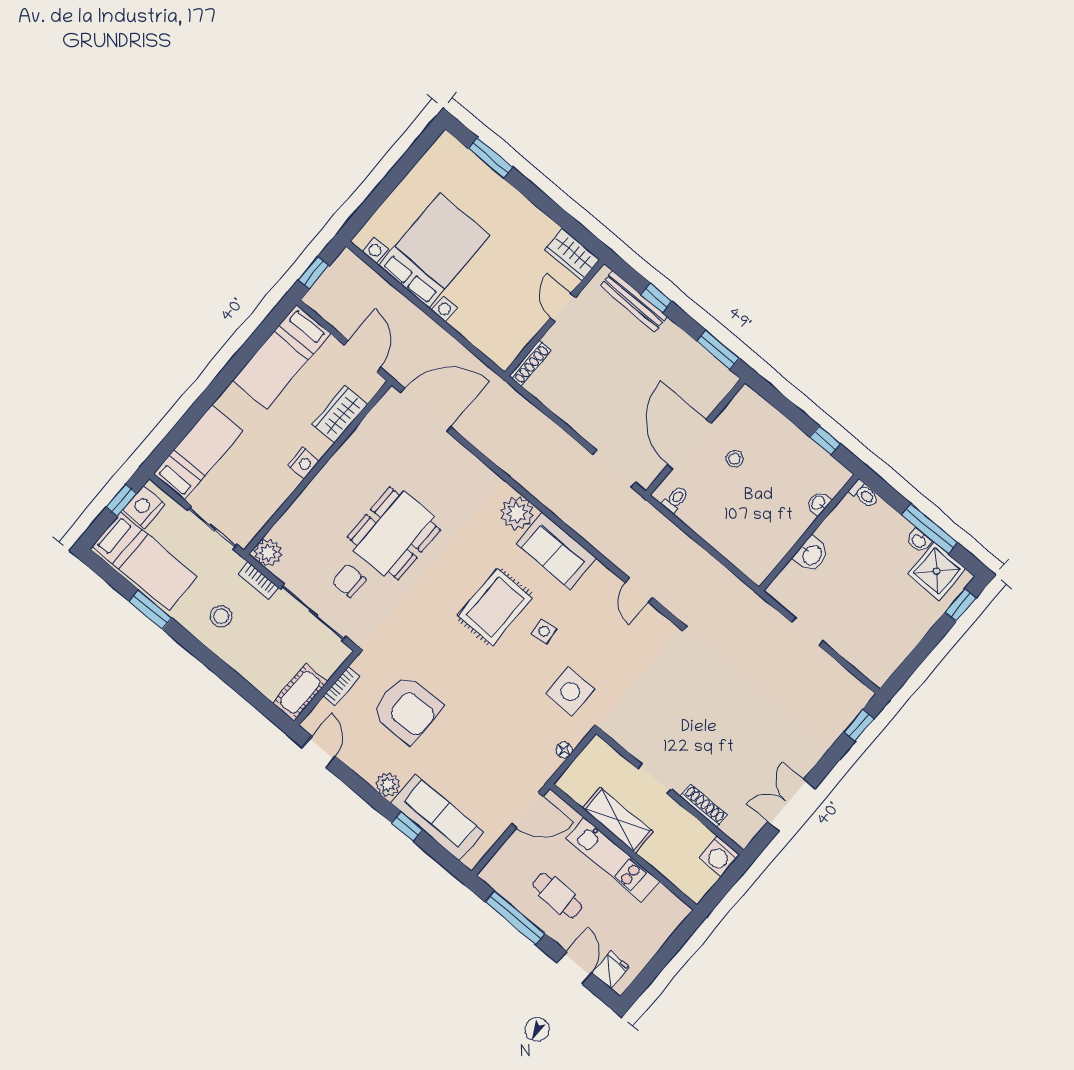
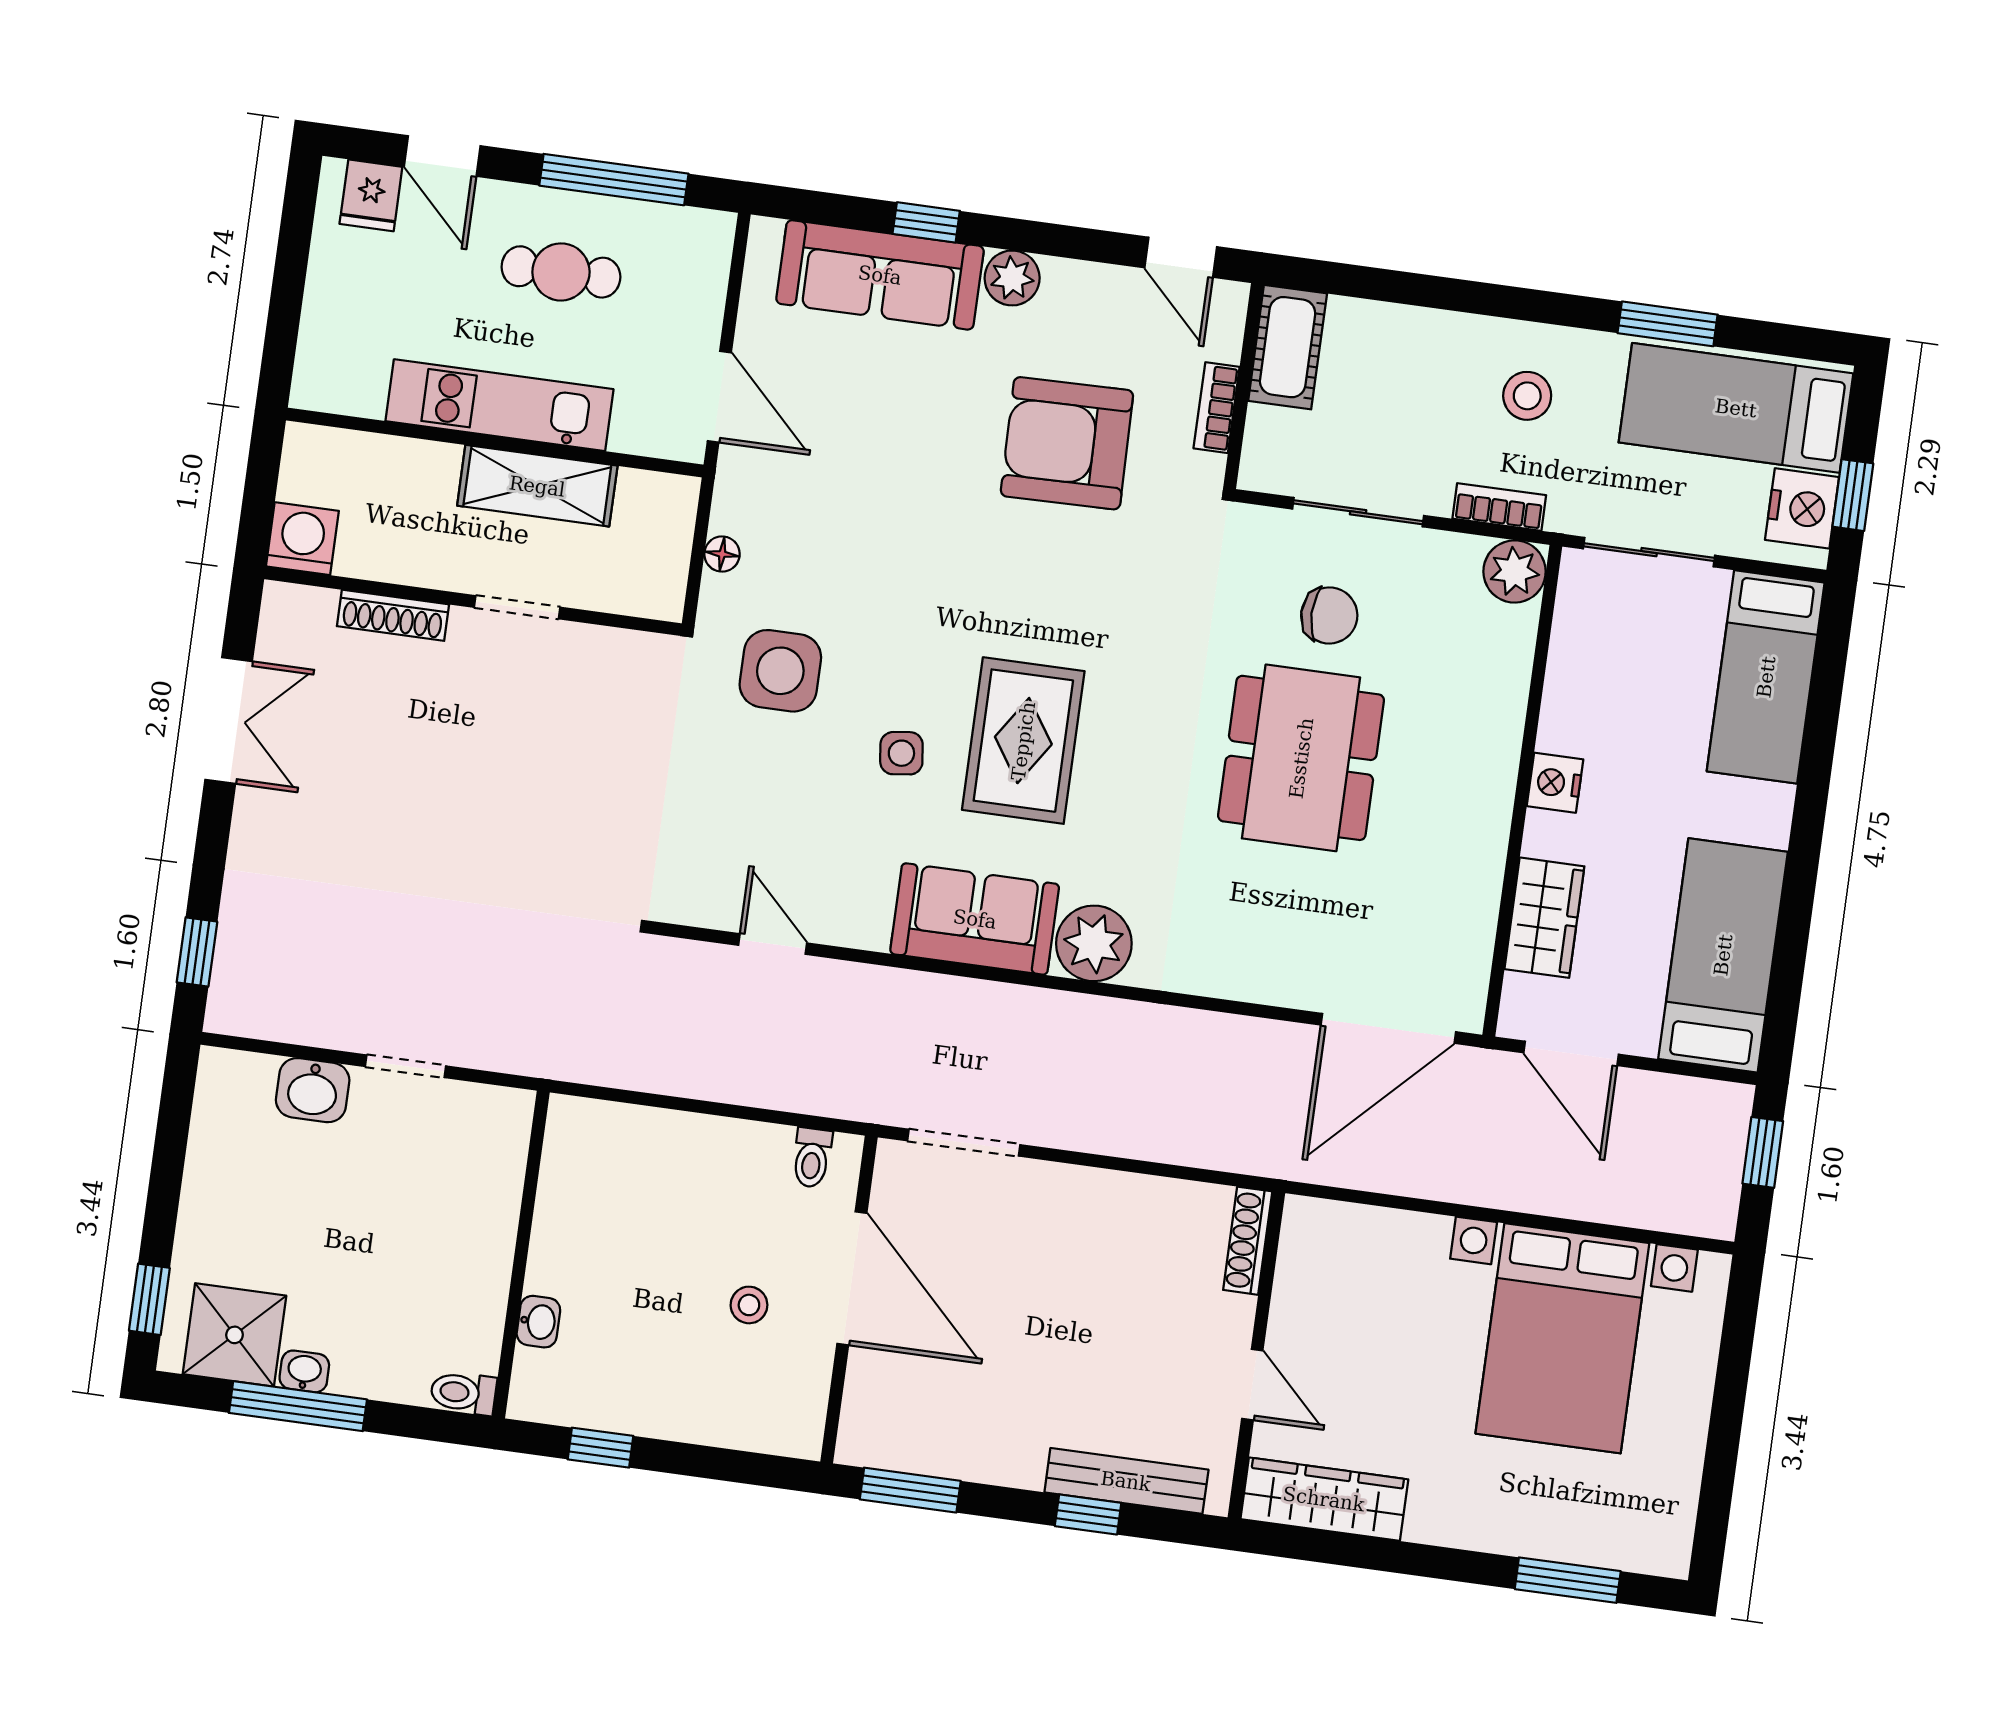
wardrobe: (572, 255) -> (1324, 1499), width x1.50
washbasin: (812, 555) -> (313, 1090), moved, turned -90
sliding door: (313, 613) -> (1358, 512), width x0.73
door: (527, 810) -> (719, 397), swing flipped

